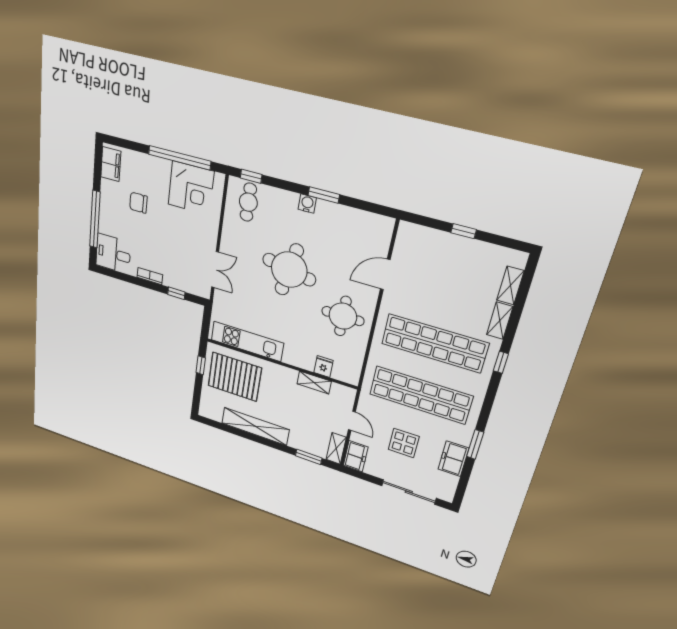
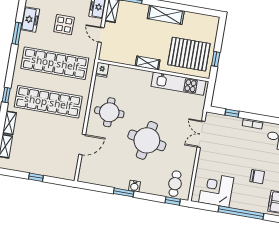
window: (179, 158) -> (241, 213), moved
fridge: (323, 366) -> (102, 70), moved
shelving: (314, 383) -> (148, 63), moved
shelving: (255, 426) -> (166, 15), width x0.68

